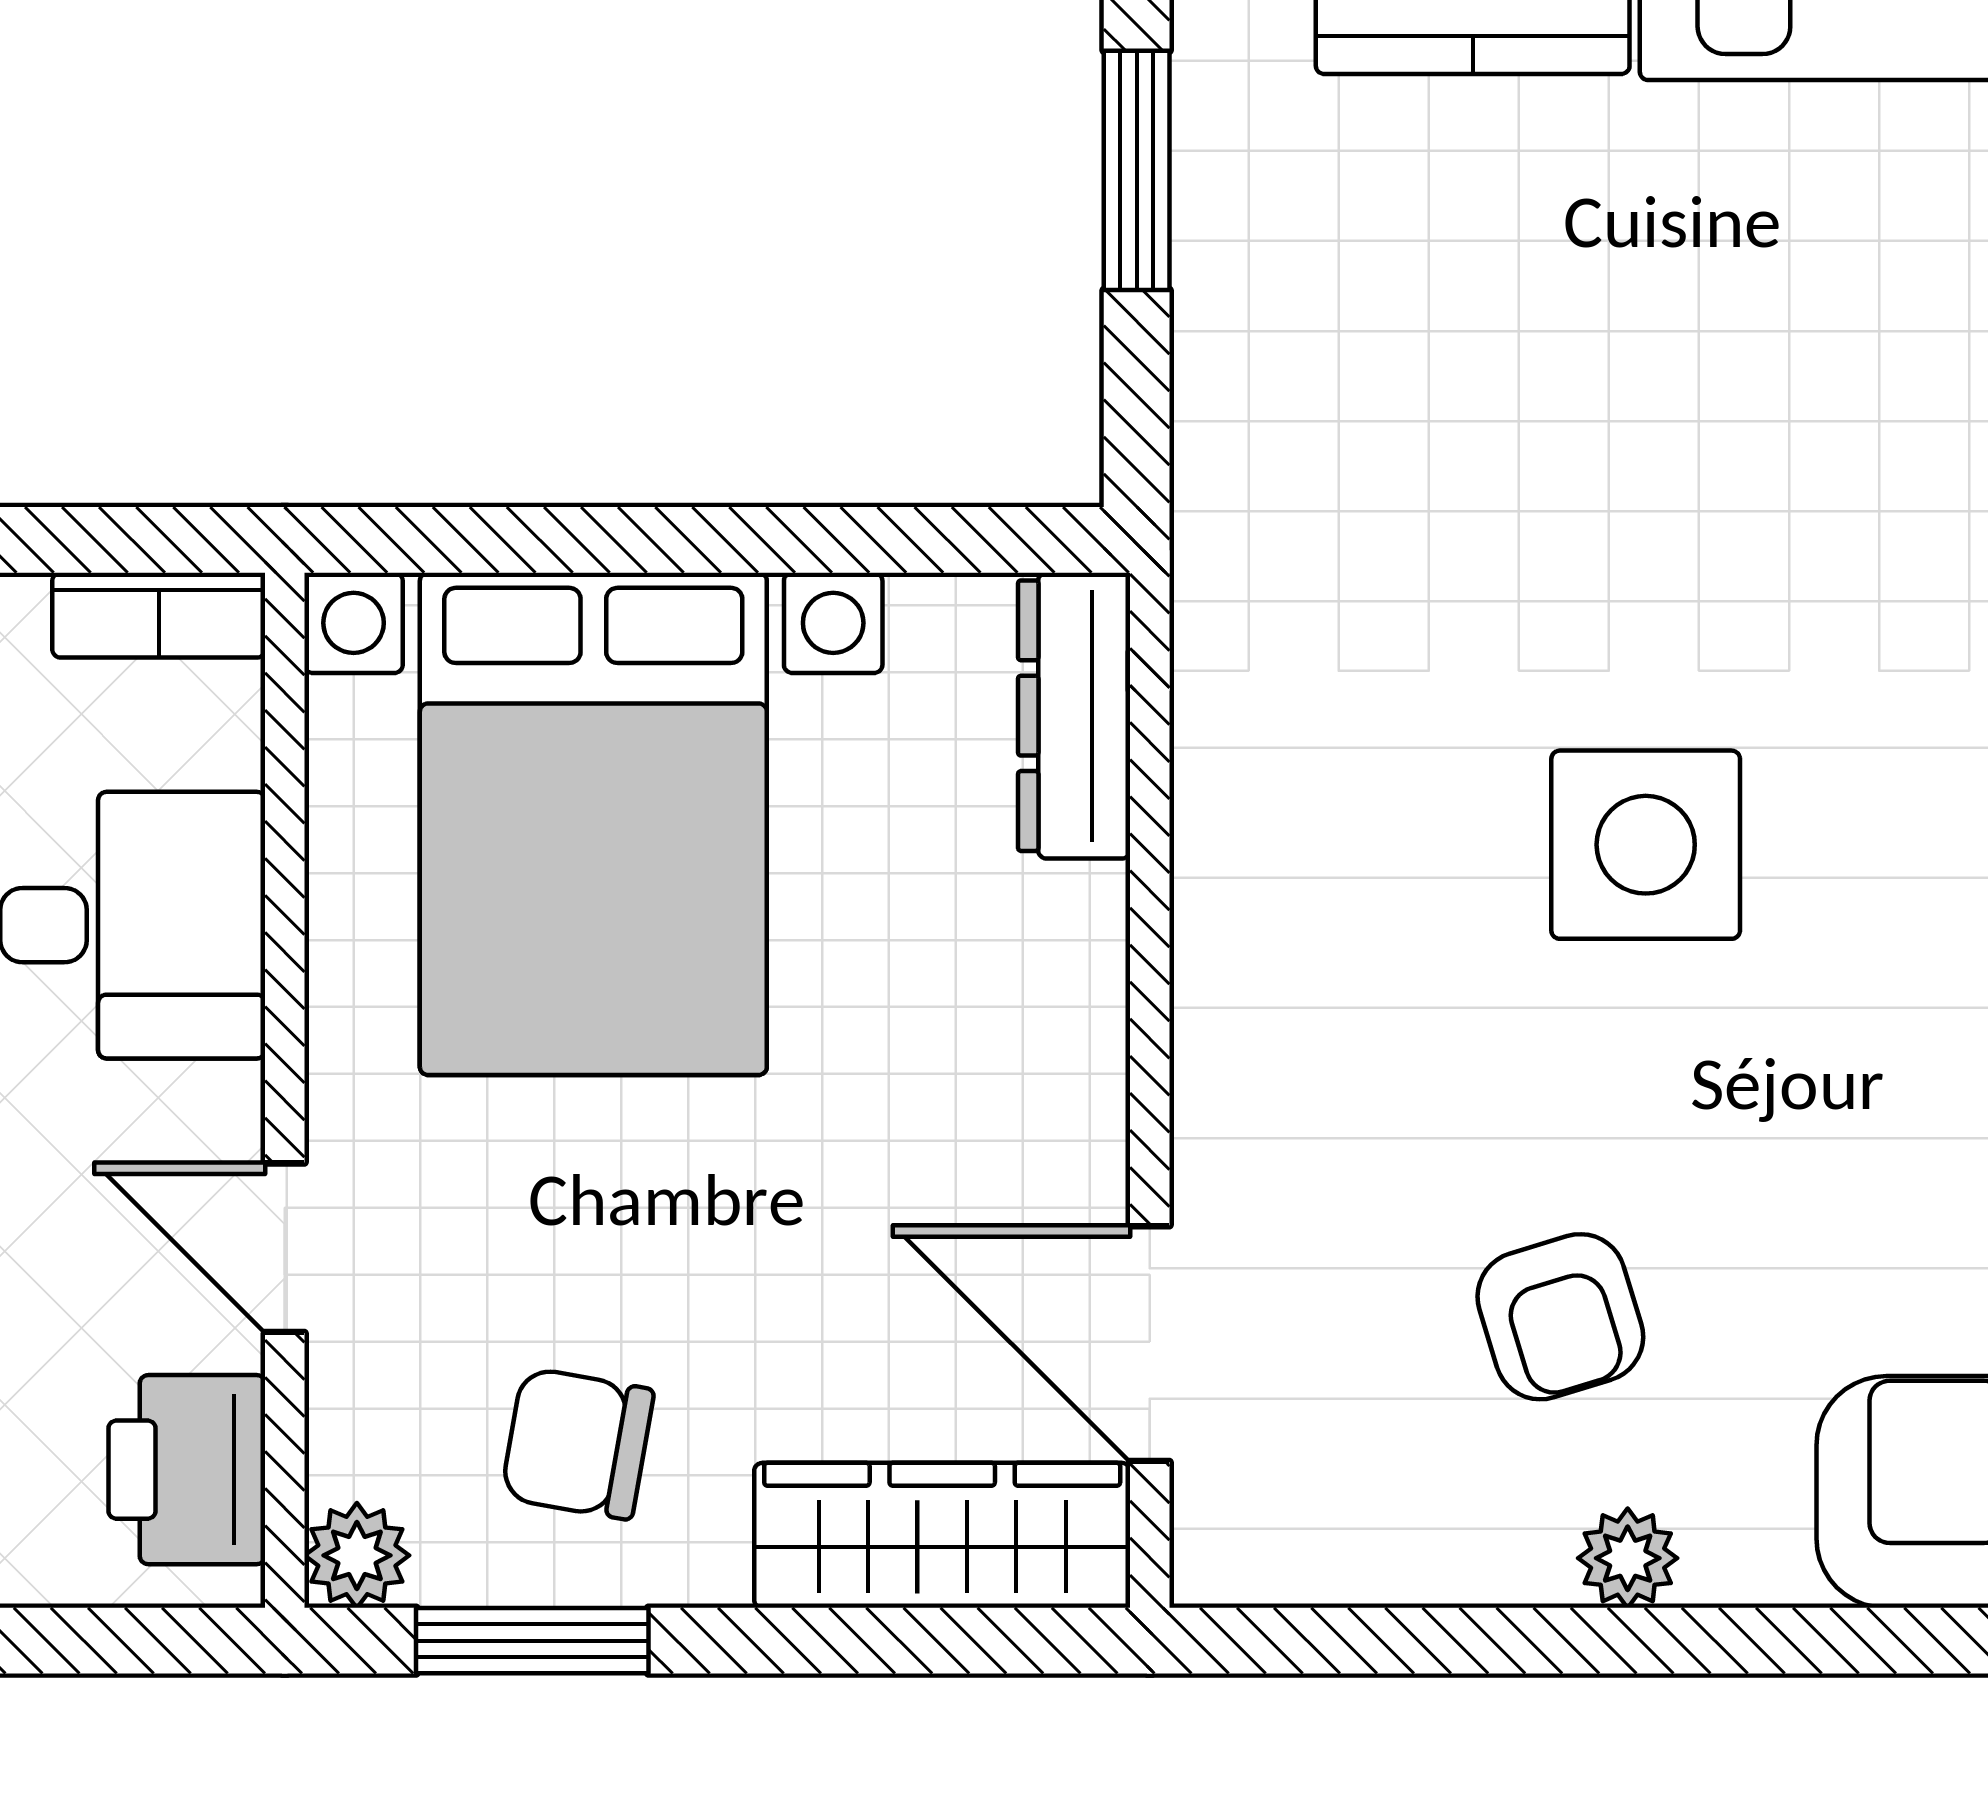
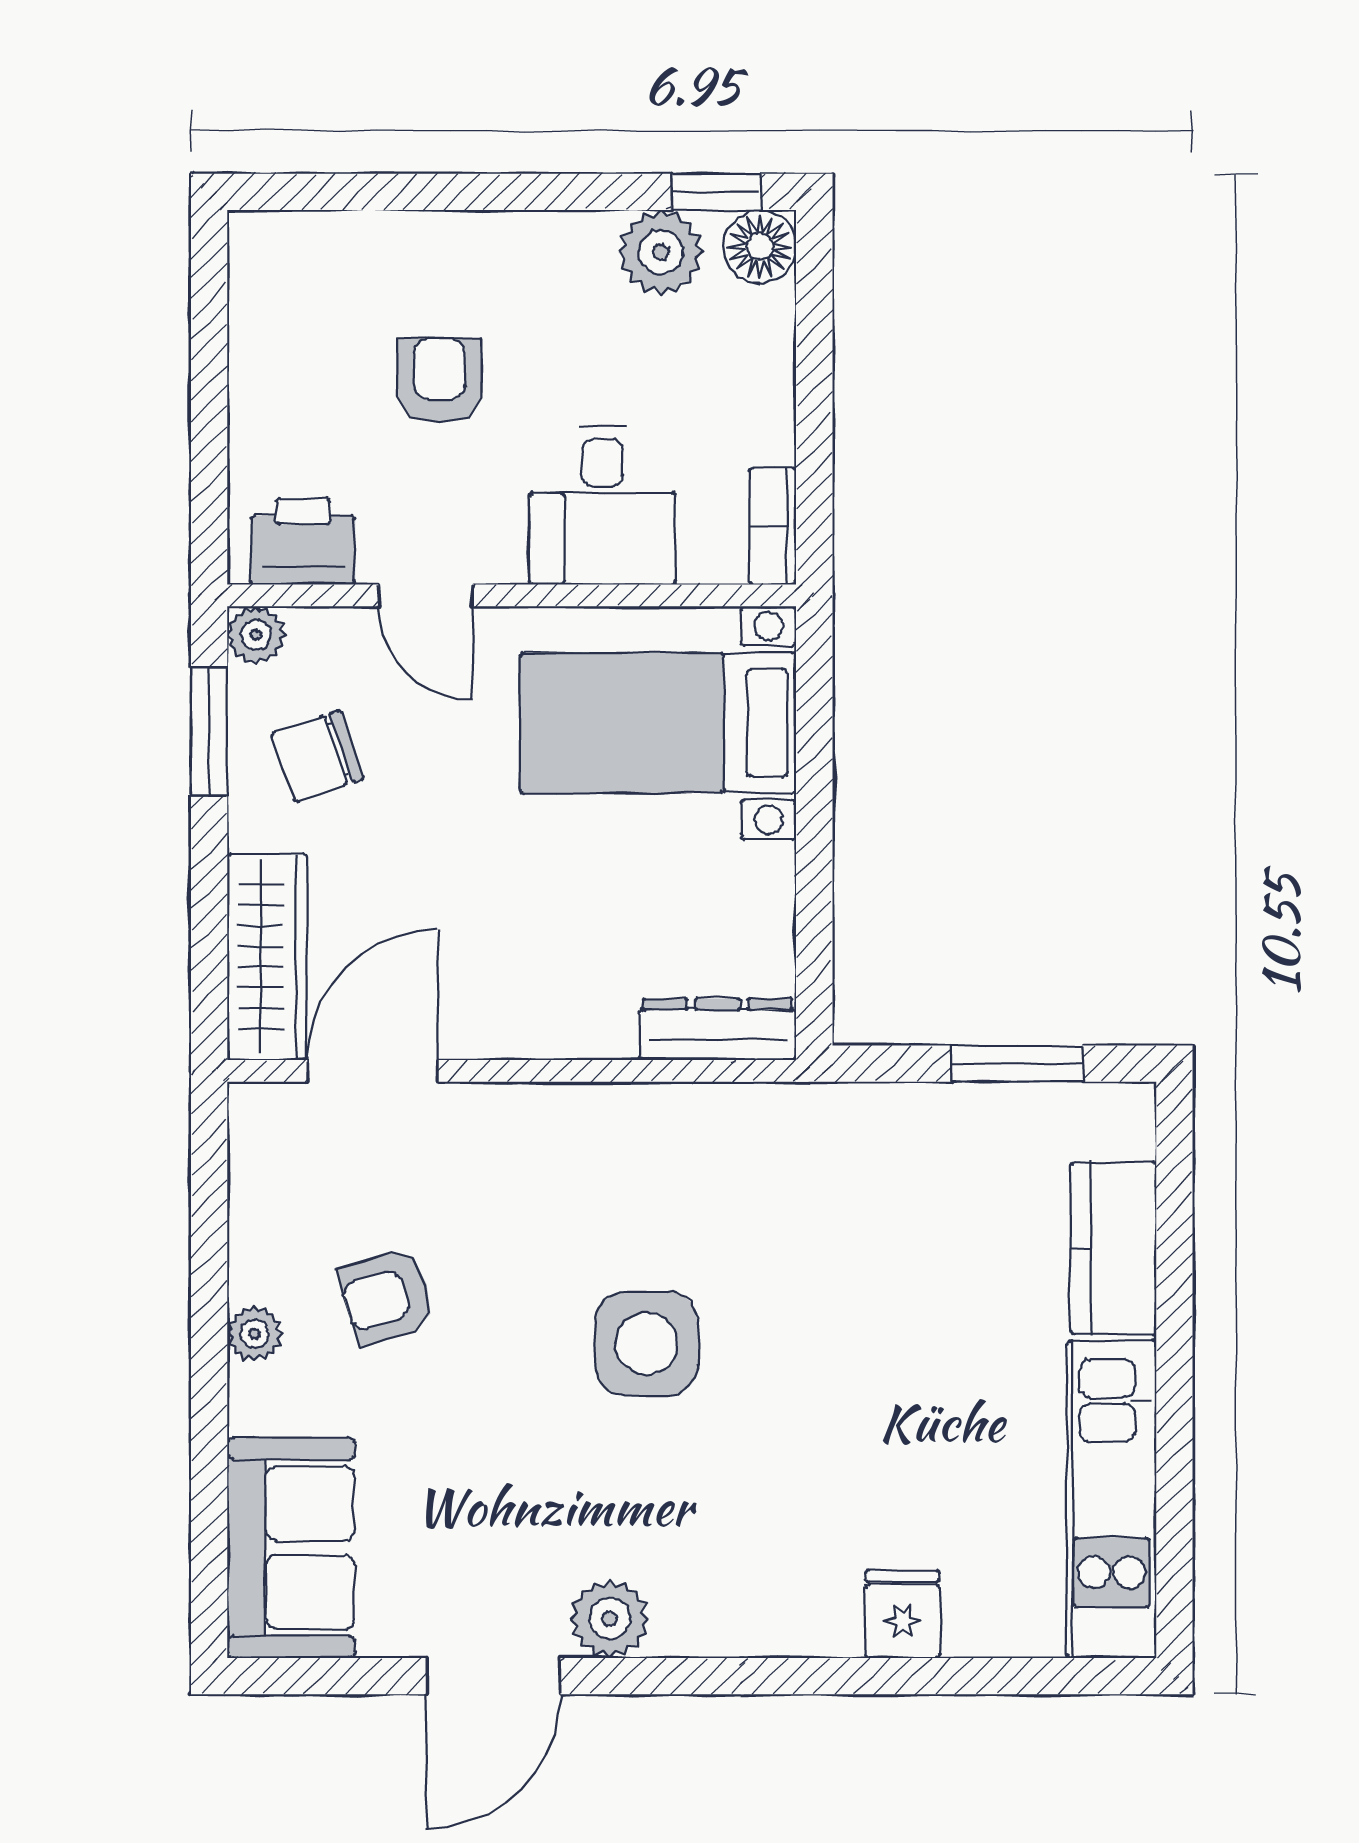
bed with nightstands: (593, 824) -> (658, 723), width x0.73
door: (285, 1248) -> (425, 595), swing flipped
chair: (577, 1444) -> (317, 756), turned -119

